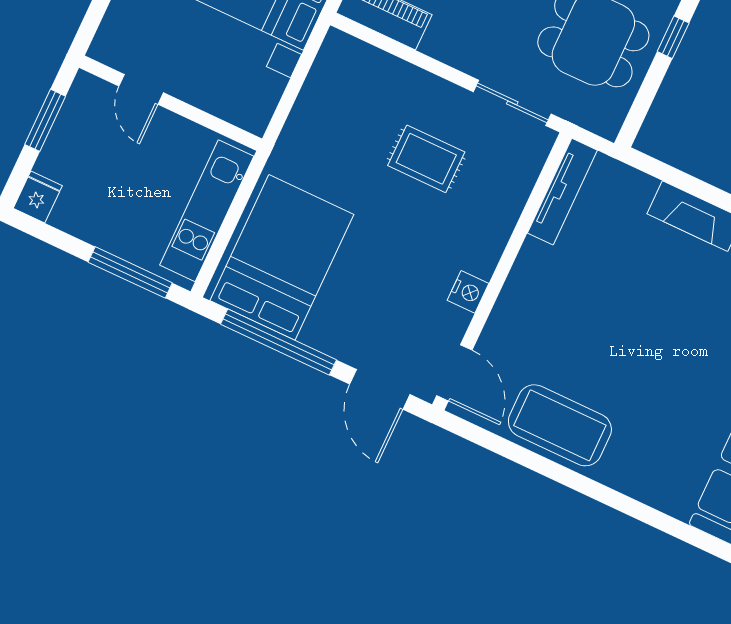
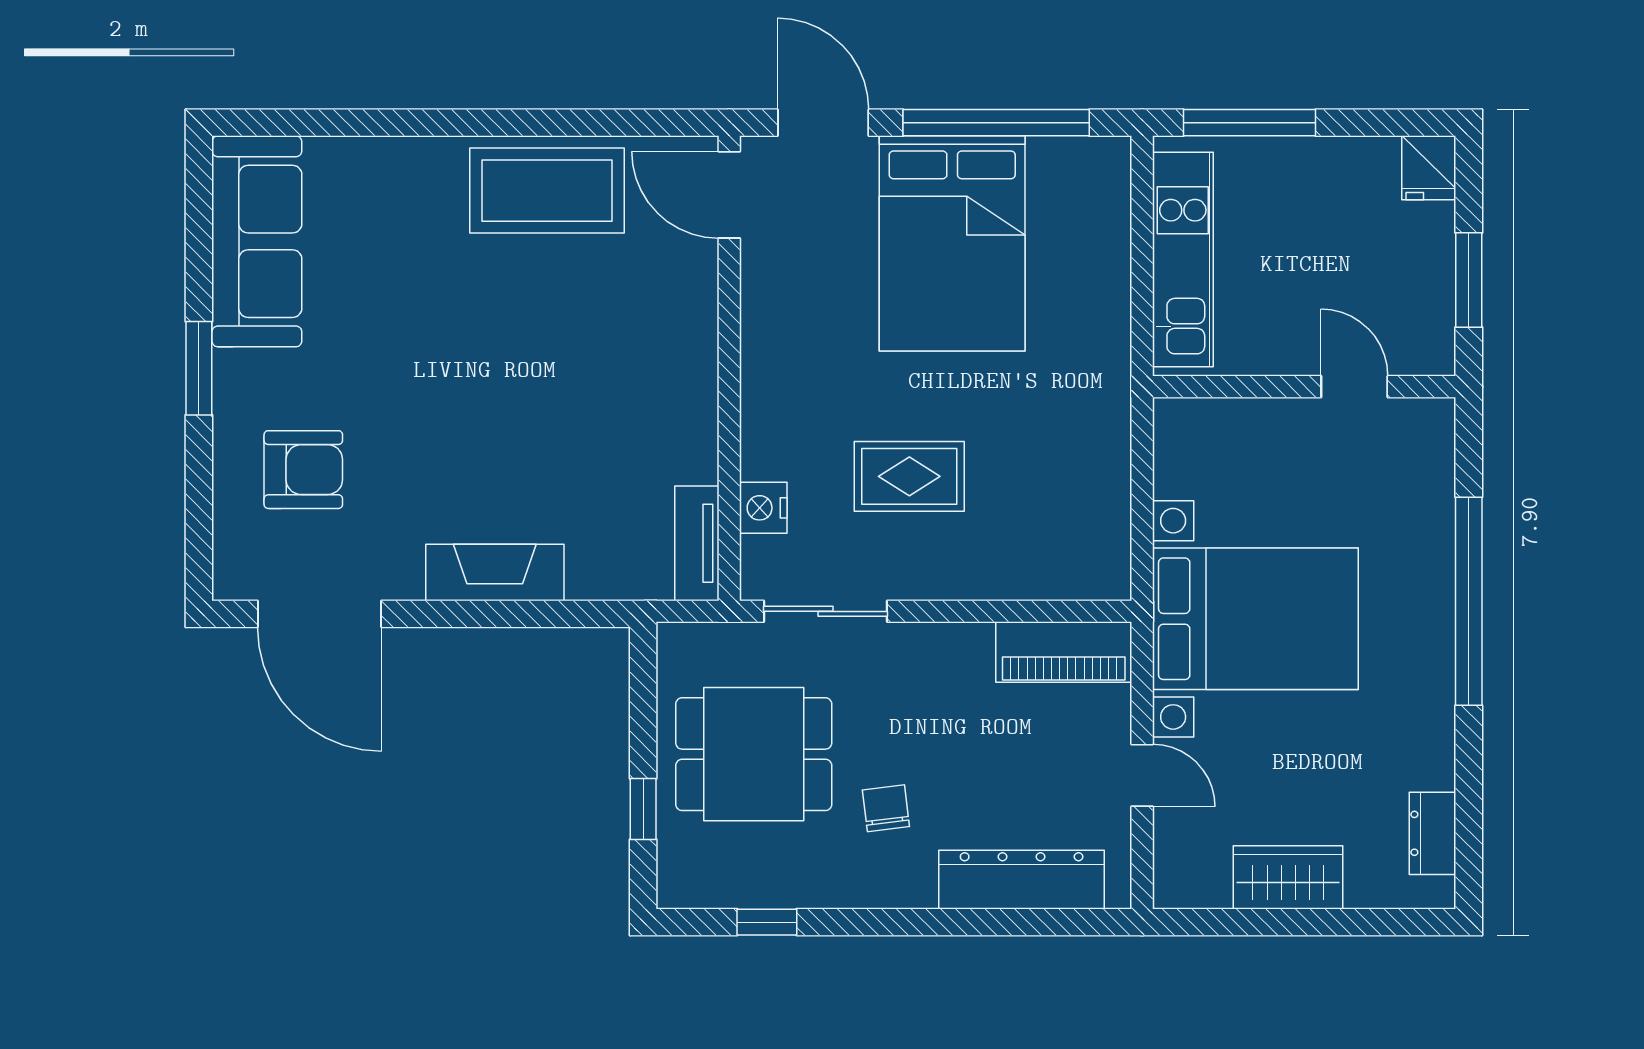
tv unit: (562, 192) -> (697, 543), width x0.71
bed: (282, 257) -> (952, 243), moved
nightstand: (468, 292) -> (763, 508), moved

